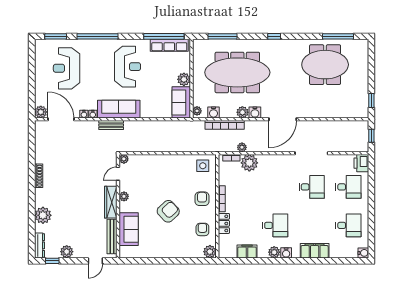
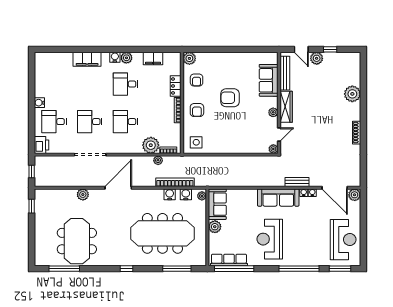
meeting table: (325, 65) -> (77, 241), turned 90
reception desk: (67, 68) -> (343, 240), moved
plant: (242, 112) -> (83, 195), moved
water cooler: (255, 113) -> (170, 194), moved
bench: (111, 125) -> (297, 182), moved
armchair: (168, 211) -> (230, 98), turned 43
desk: (348, 225) -> (125, 122), moved
dresser: (39, 245) -> (356, 64), removed
plant: (67, 252) -> (317, 58), moved
water cooler: (363, 253) -> (39, 103), moved
window: (52, 261) -> (330, 49), moved
door: (95, 261) -> (301, 49), swing flipped

